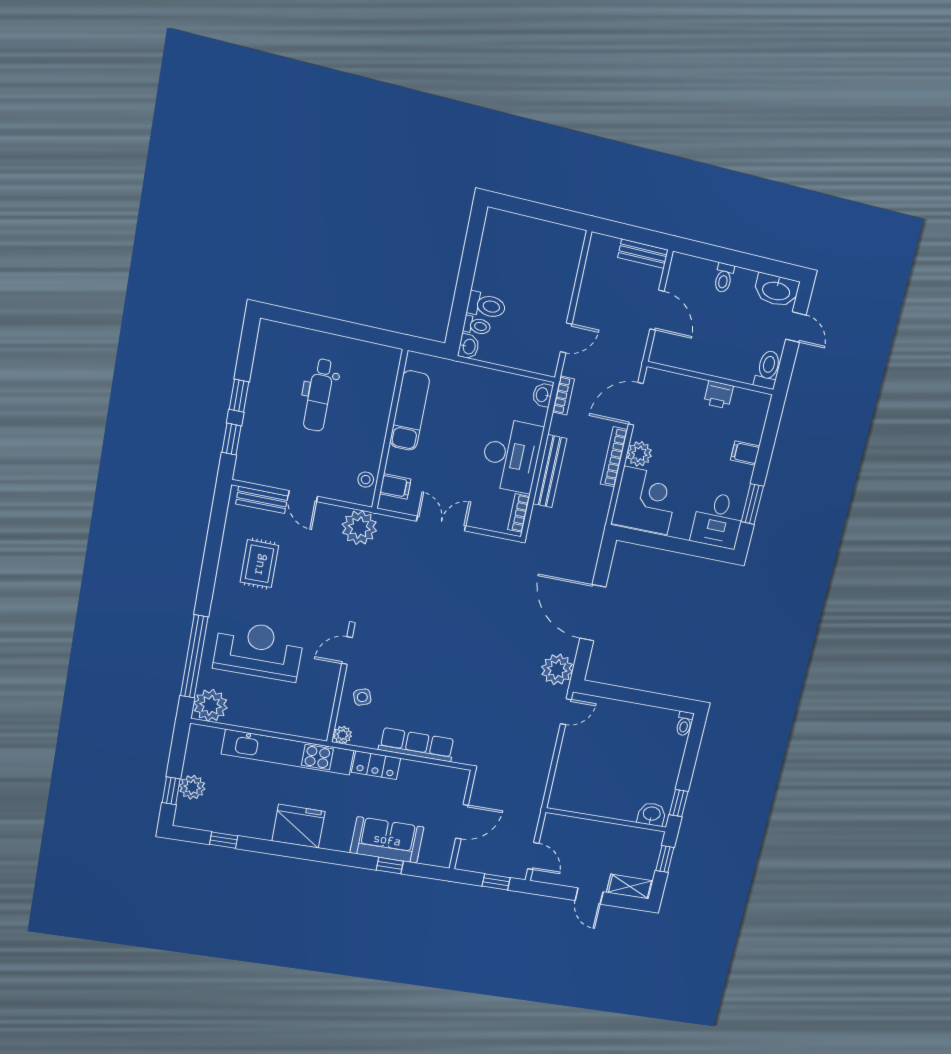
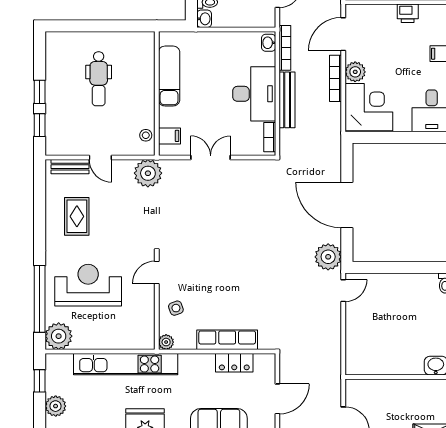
bookcase: (563, 396) -> (285, 48), width x1.56
locker: (376, 765) -> (234, 363), moved
window: (171, 791) -> (40, 381), moved

